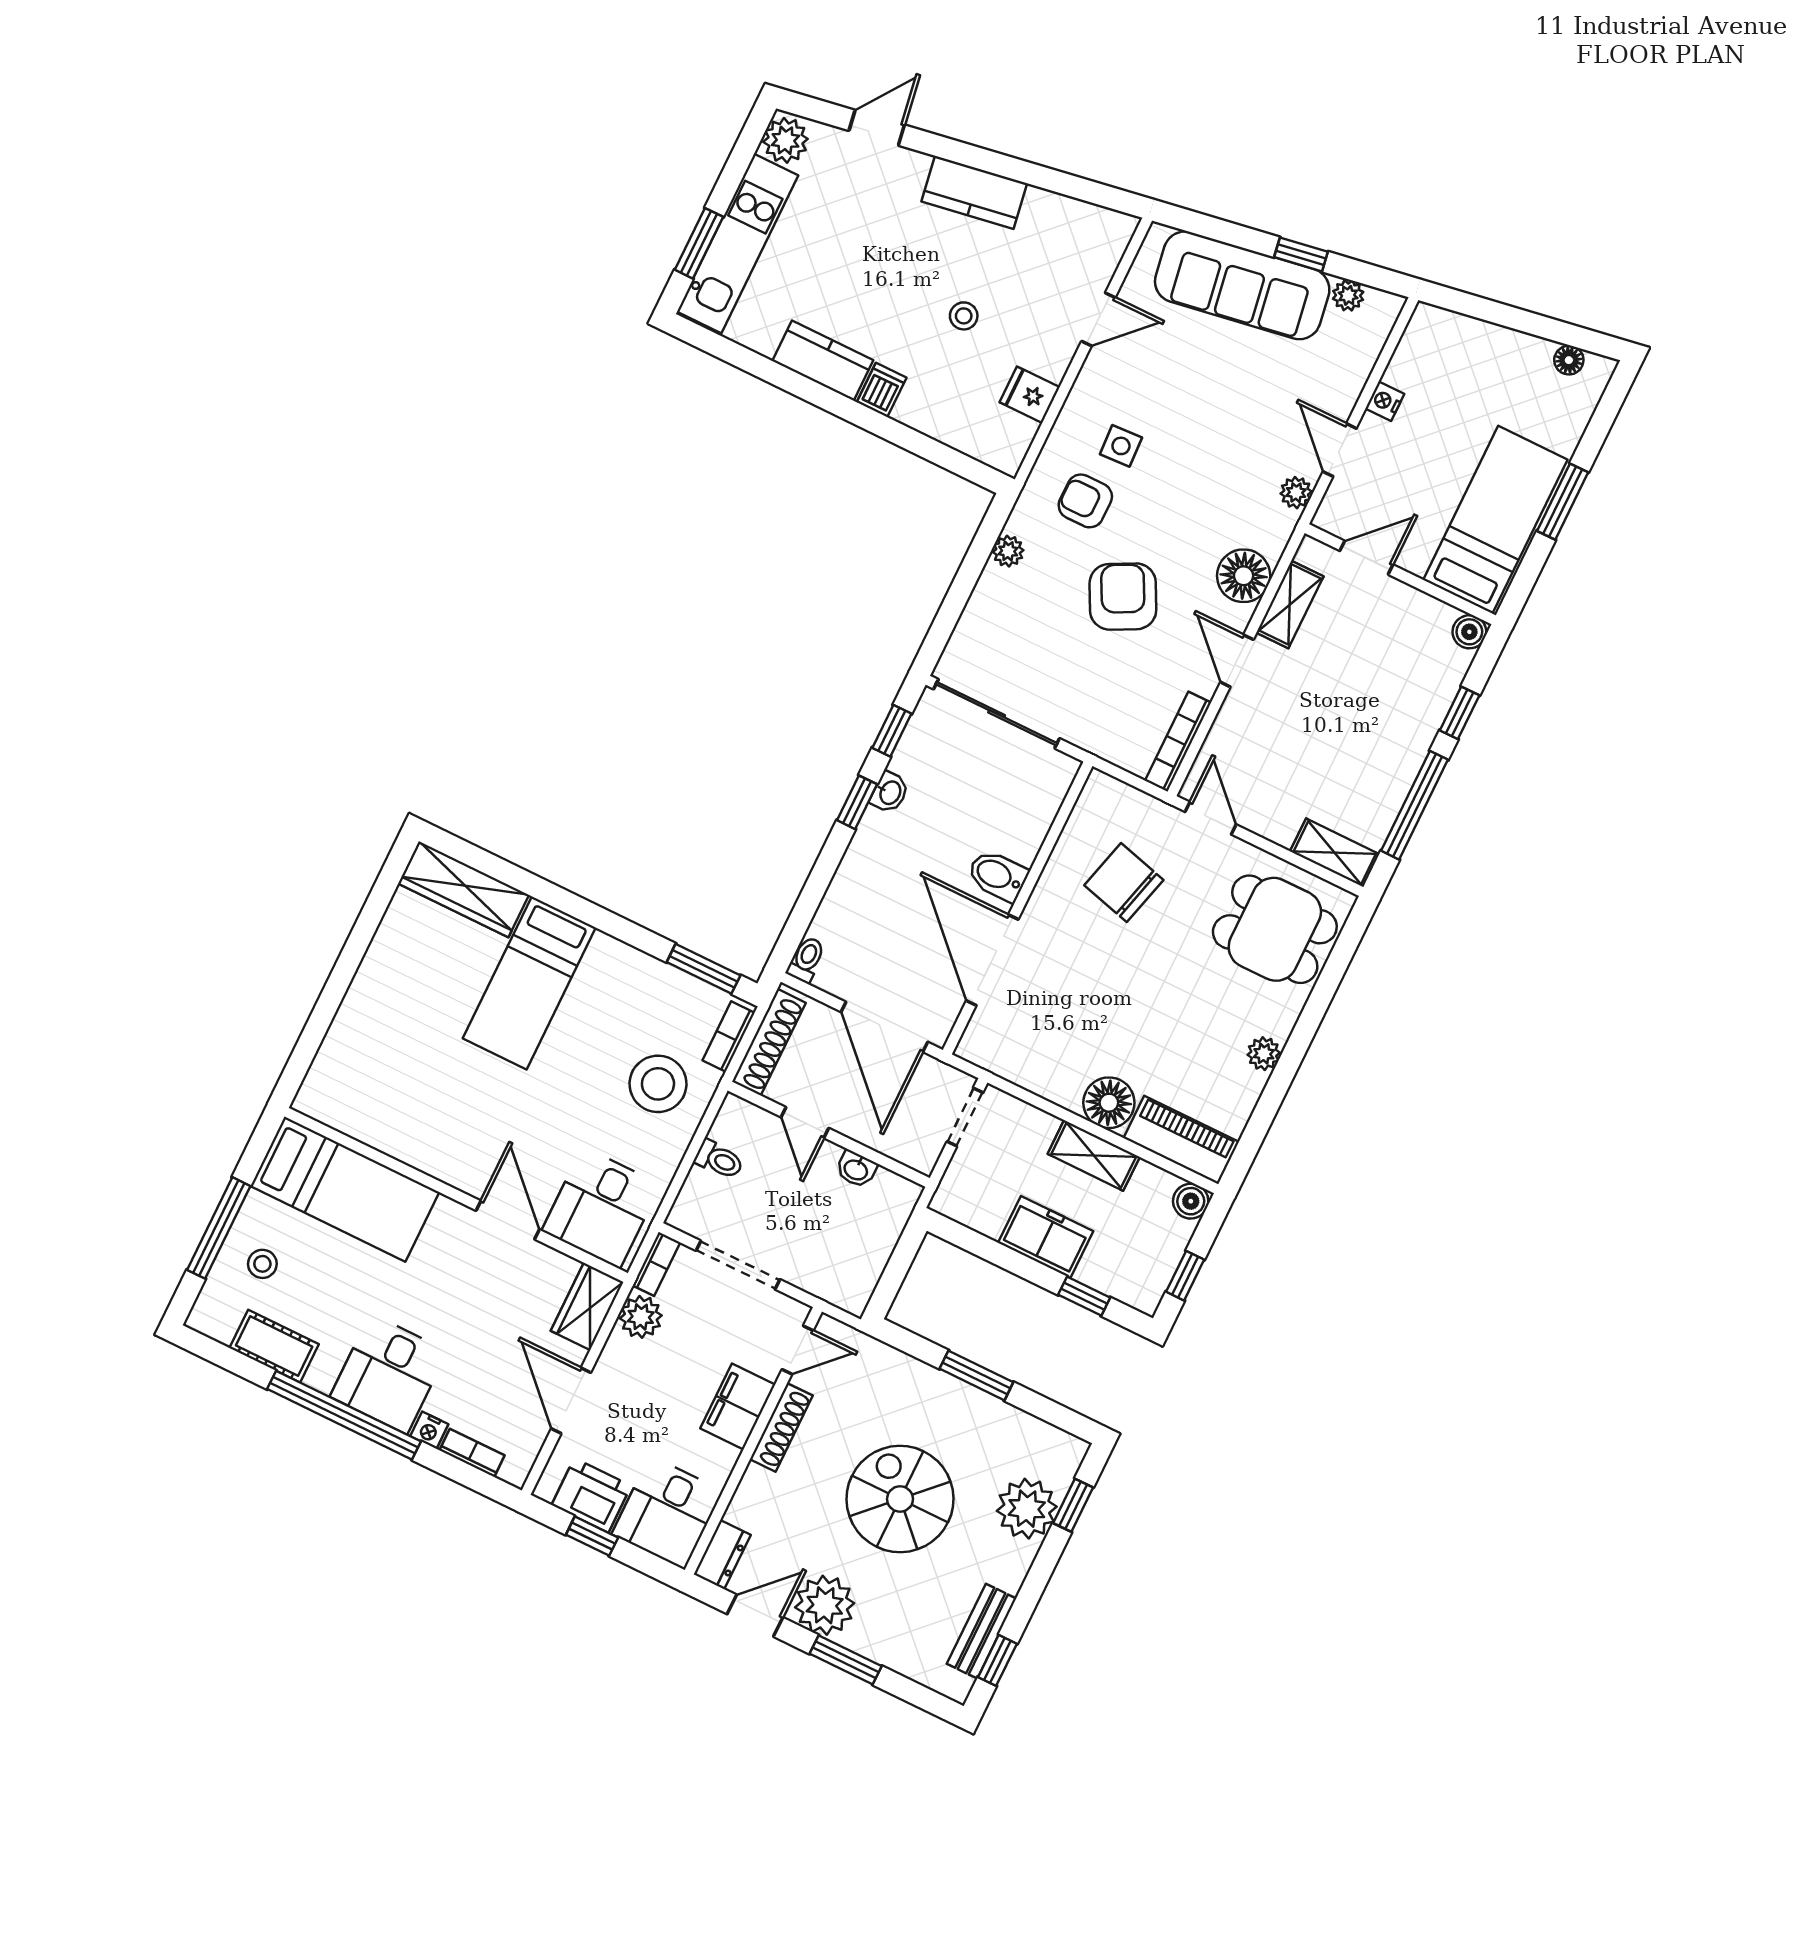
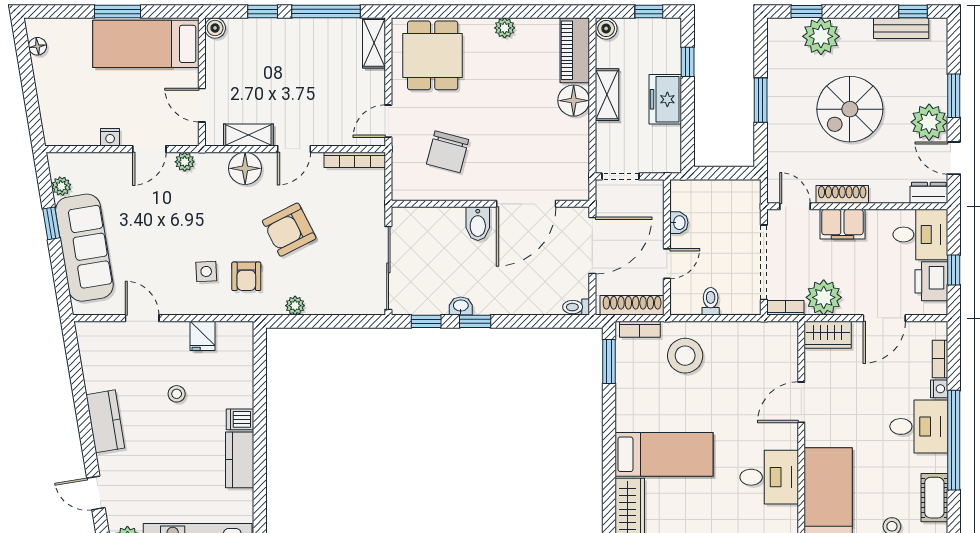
desk: (601, 1208) -> (769, 477), moved
doorway: (738, 1265) -> (764, 262), width x1.36
plant: (641, 1317) -> (824, 297), width x1.36, depth x1.36

